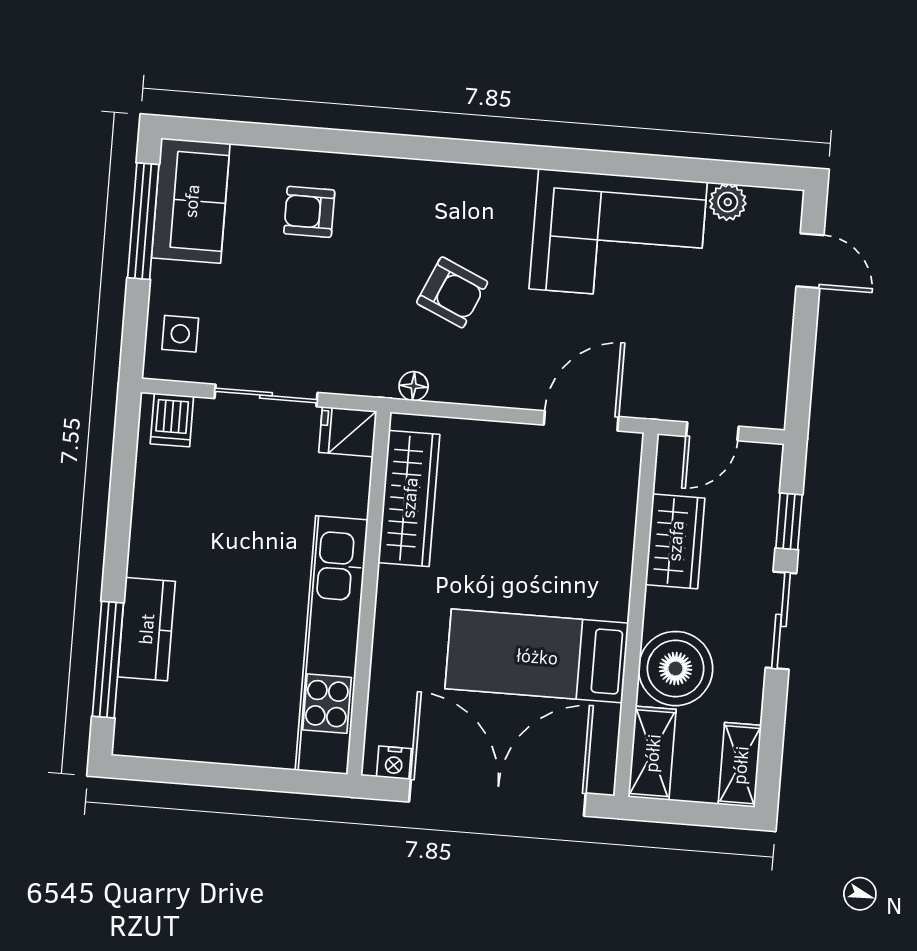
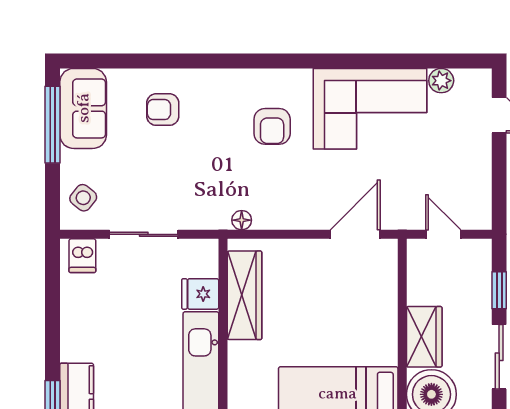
armchair: (452, 292) -> (272, 126), moved, turned 66
side table: (180, 334) -> (83, 198), turned 38
door: (712, 431) -> (443, 234), swing flipped
fridge: (348, 432) -> (200, 294), moved
wardrobe: (675, 541) -> (424, 337), moved

